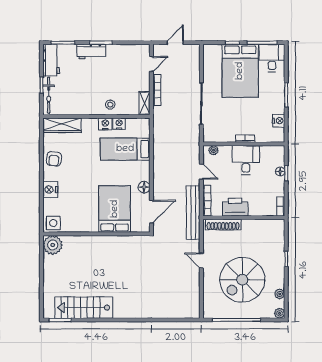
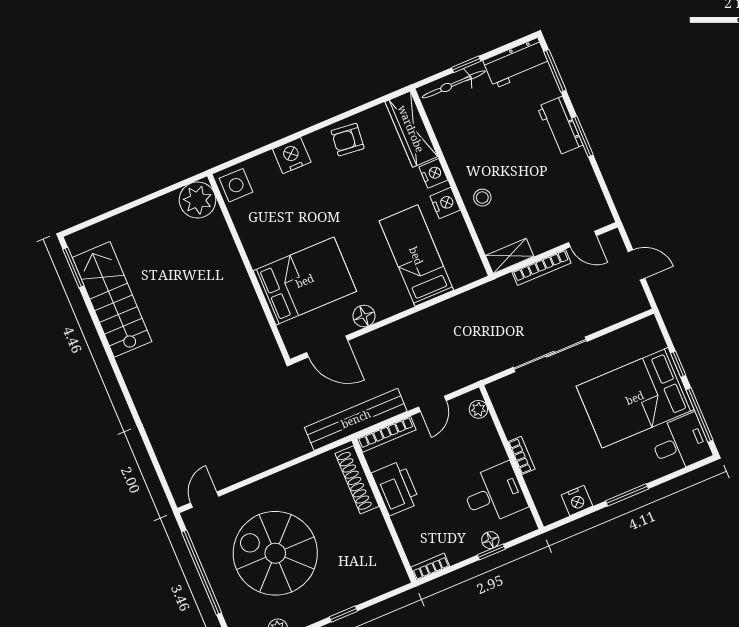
nightstand: (119, 124) -> (433, 173), moved
desk: (246, 160) -> (494, 494), moved
door: (201, 261) -> (205, 500), moved

